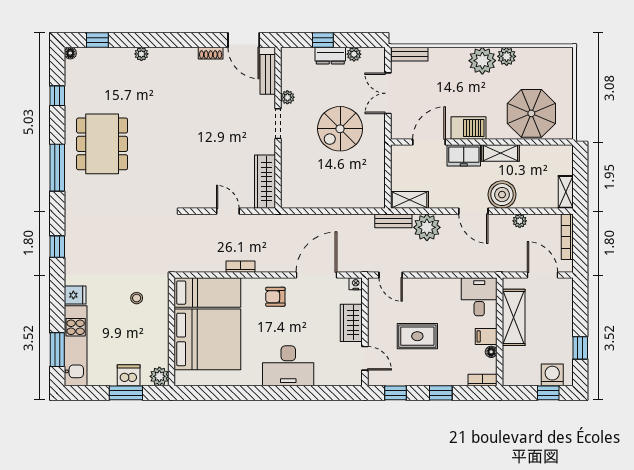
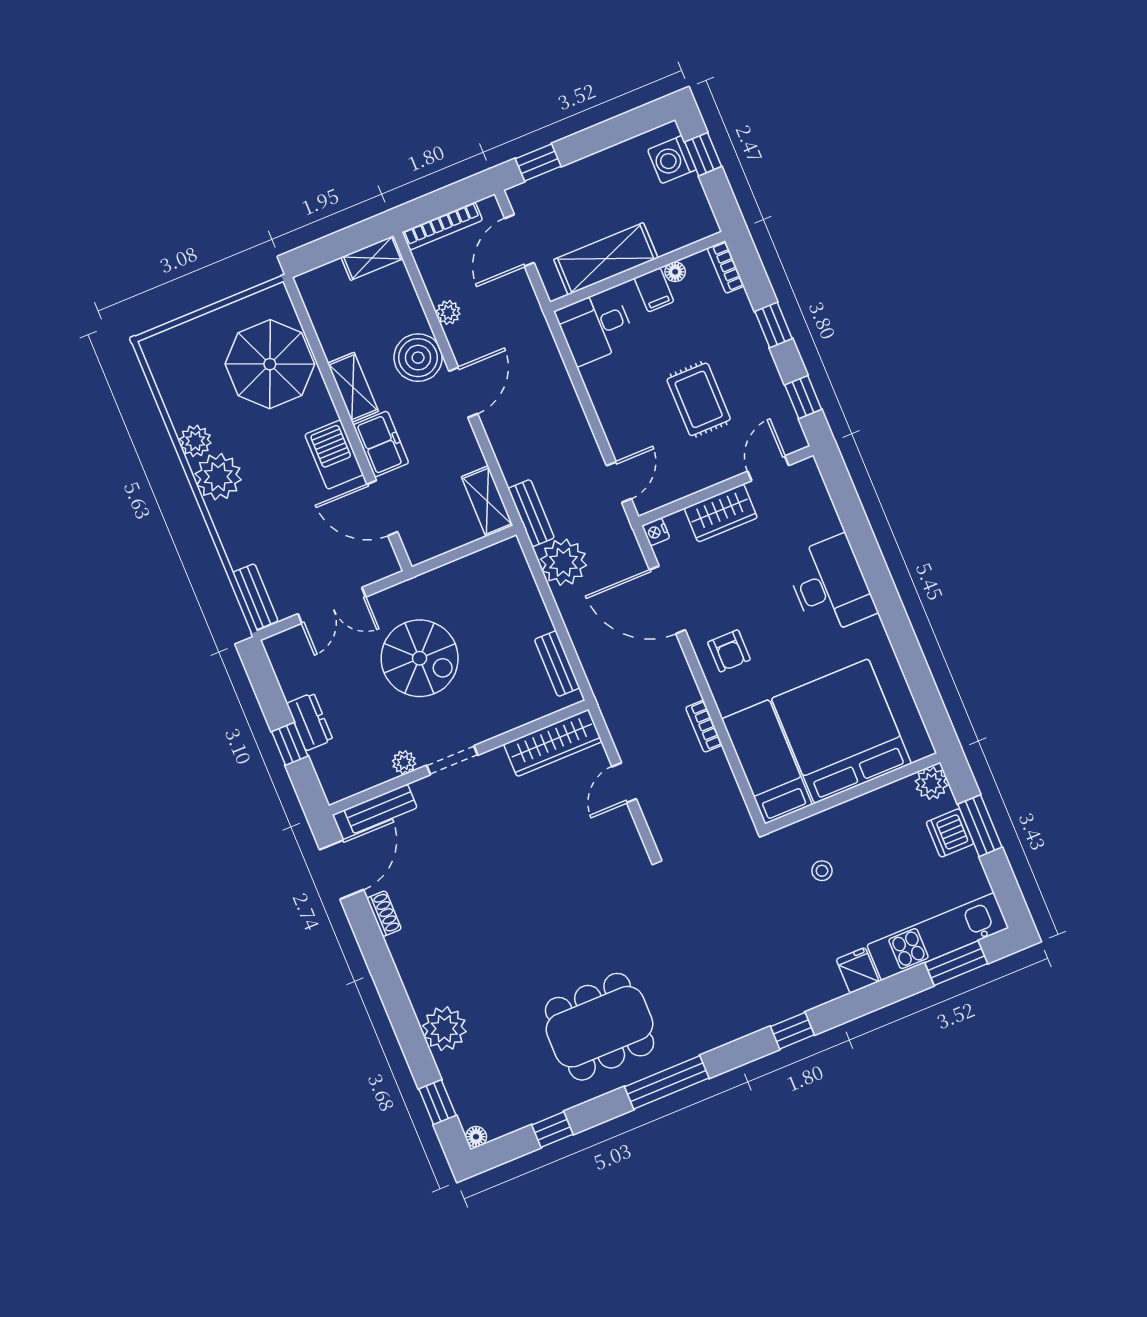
plant: (141, 54) -> (444, 1029), width x1.87, depth x1.87
plant: (354, 54) -> (292, 685), removed
bench: (307, 202) -> (557, 664), added
plant: (427, 227) -> (563, 562), moved
window: (580, 348) -> (538, 162), moved

